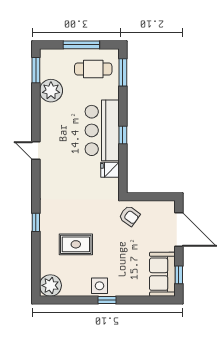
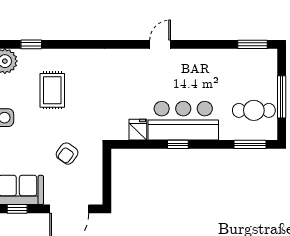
cafe table: (93, 69) -> (254, 110), turned 90
plant: (51, 91) -> (229, 62), removed
armchair: (129, 216) -> (67, 154), moved
window: (36, 222) -> (31, 44), moved

